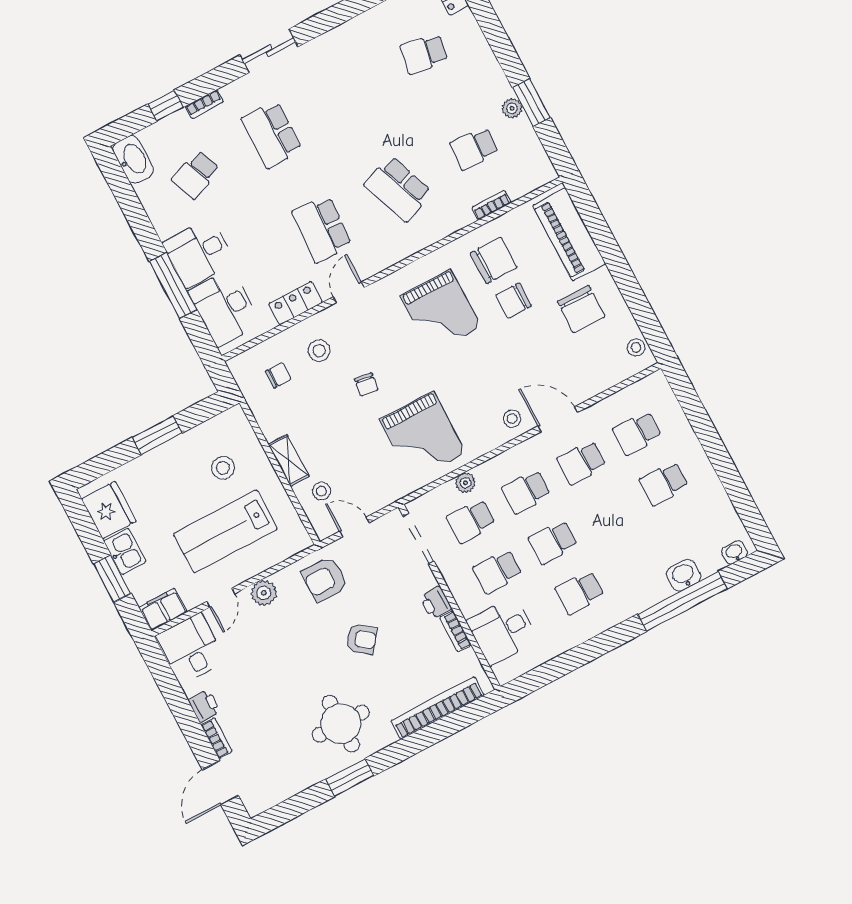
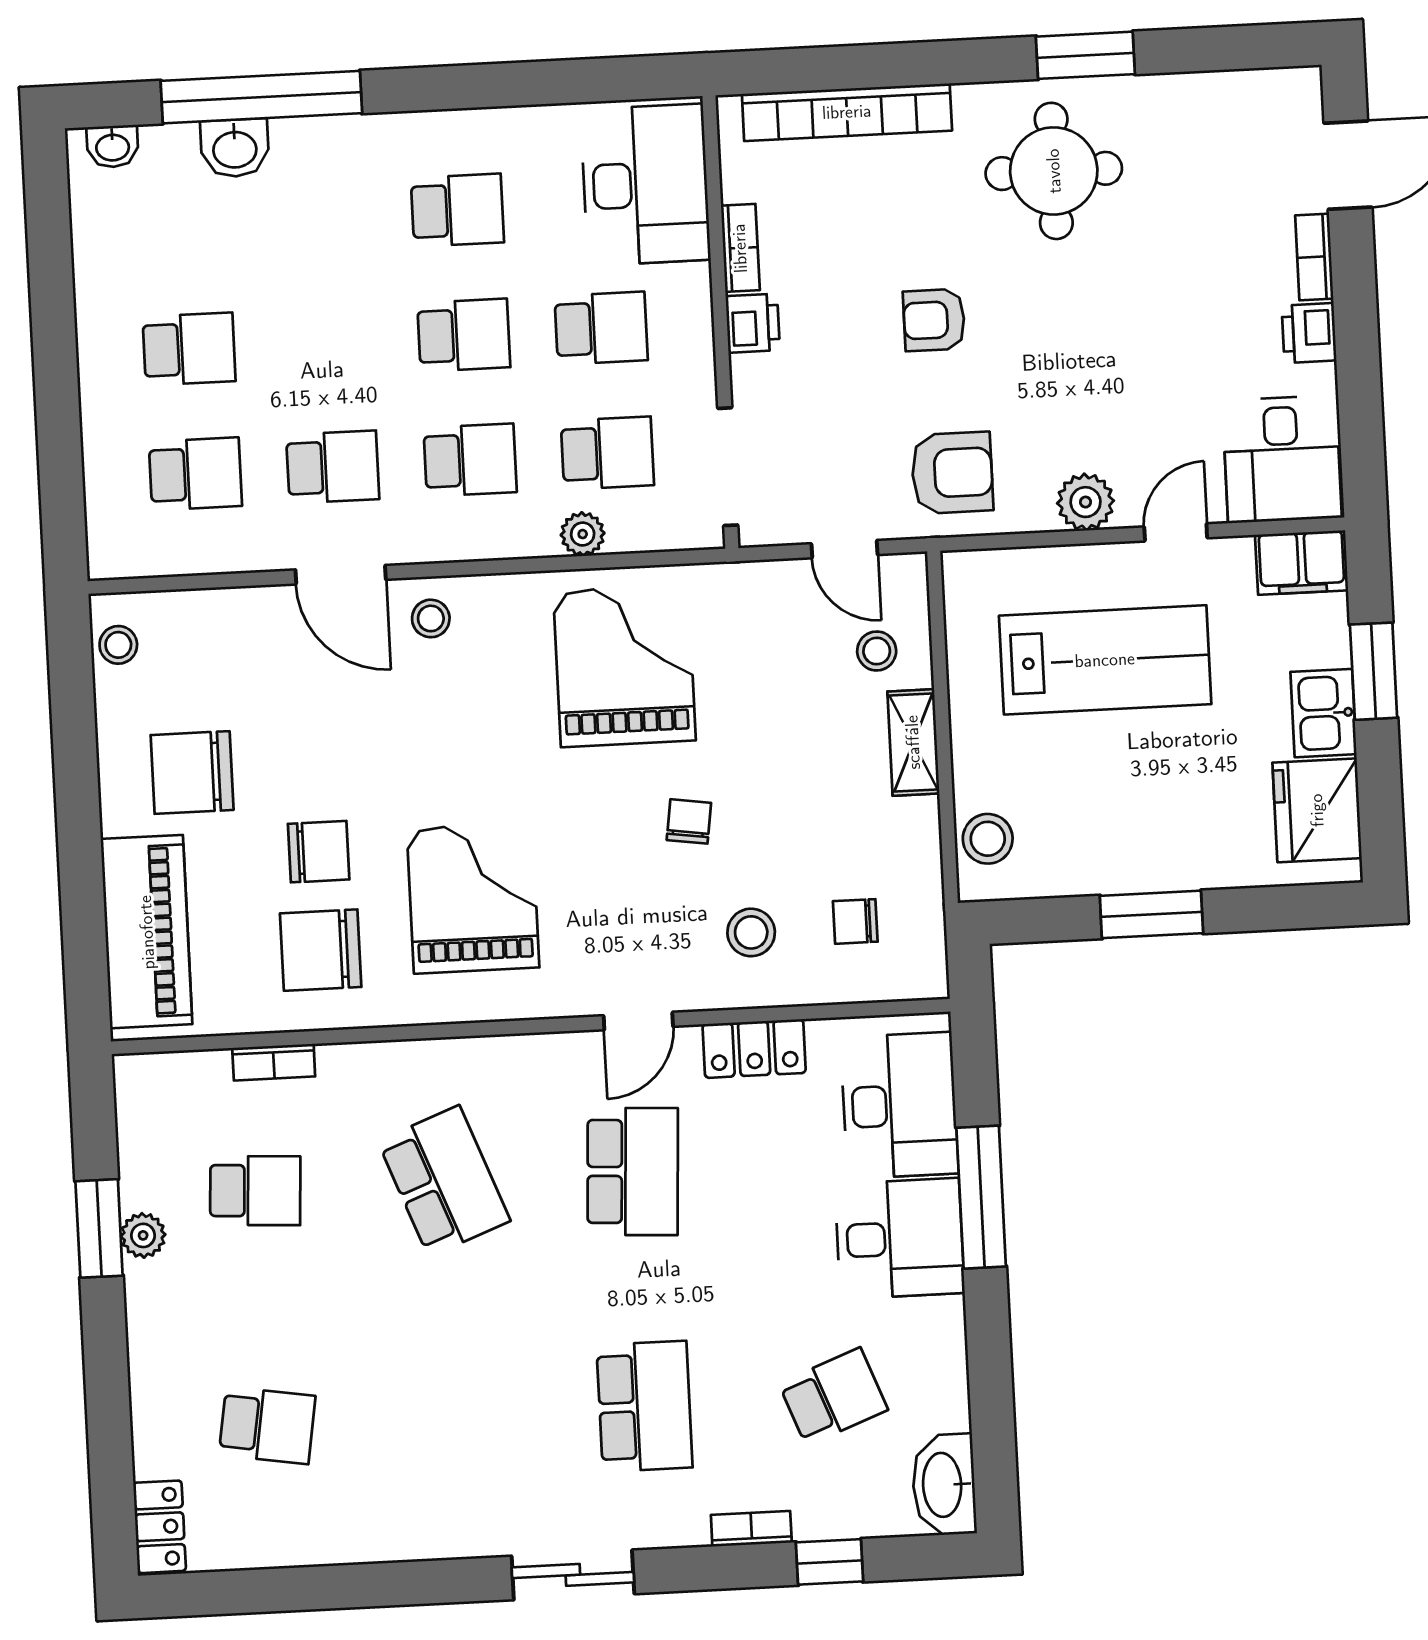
chair: (581, 309) -> (192, 773), turned -91
stool: (223, 468) -> (988, 839), moved
desk: (502, 631) -> (646, 185), width x1.37
armchair: (362, 639) -> (934, 320), turned -38

